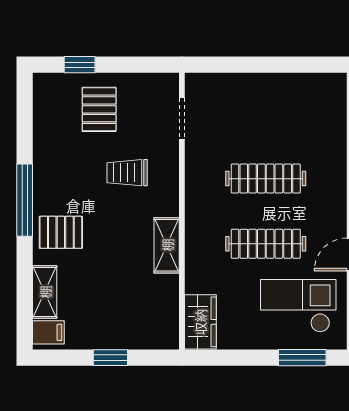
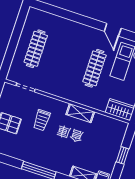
clothes rail: (266, 179) -> (36, 49), moved
pallet: (61, 232) -> (59, 159), removed

